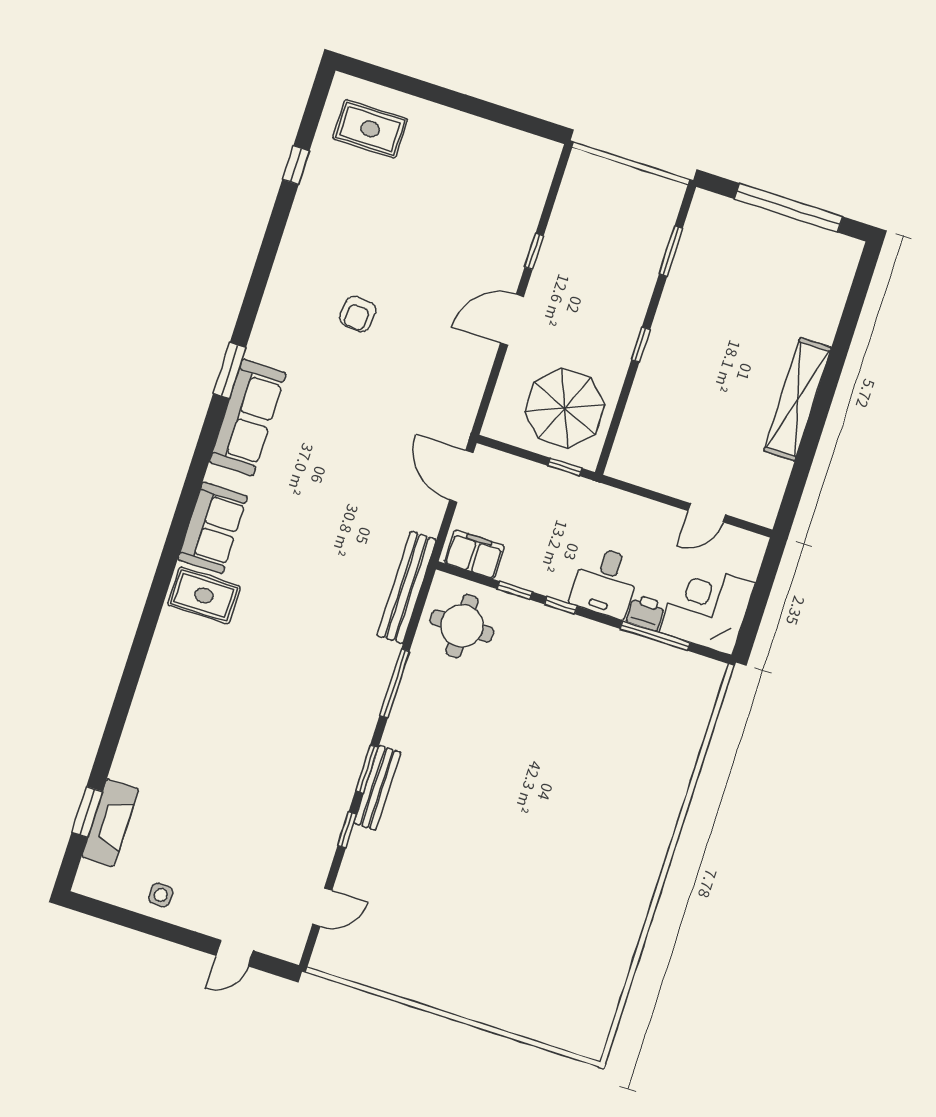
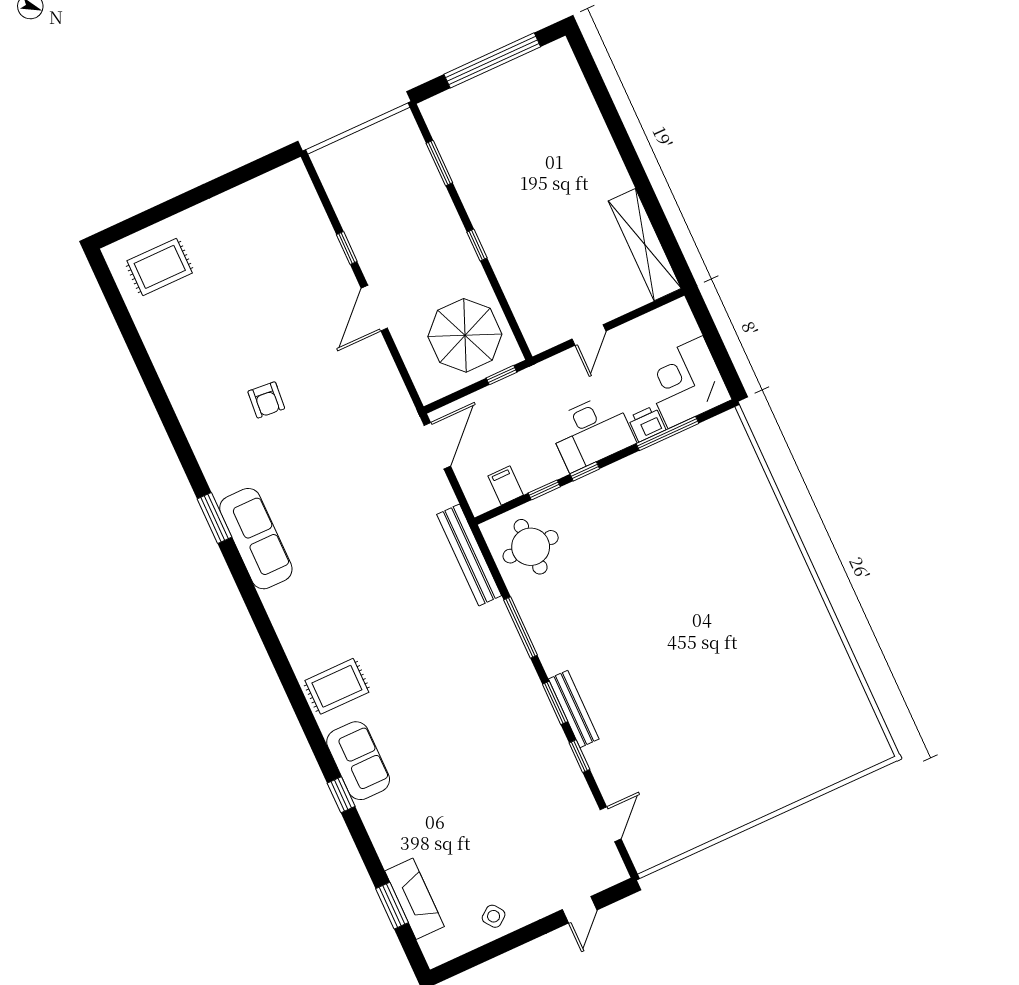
window: (296, 165) -> (341, 795), moved
shelving: (798, 399) -> (645, 245), moved
door: (461, 476) -> (437, 446), swing flipped
door: (707, 513) -> (589, 335), moved
sofa: (213, 528) -> (358, 761), moved
filing cabinet: (474, 554) -> (506, 486), width x0.50
desk: (605, 582) -> (591, 432), width x1.37
side table: (161, 895) -> (494, 916), turned -37

